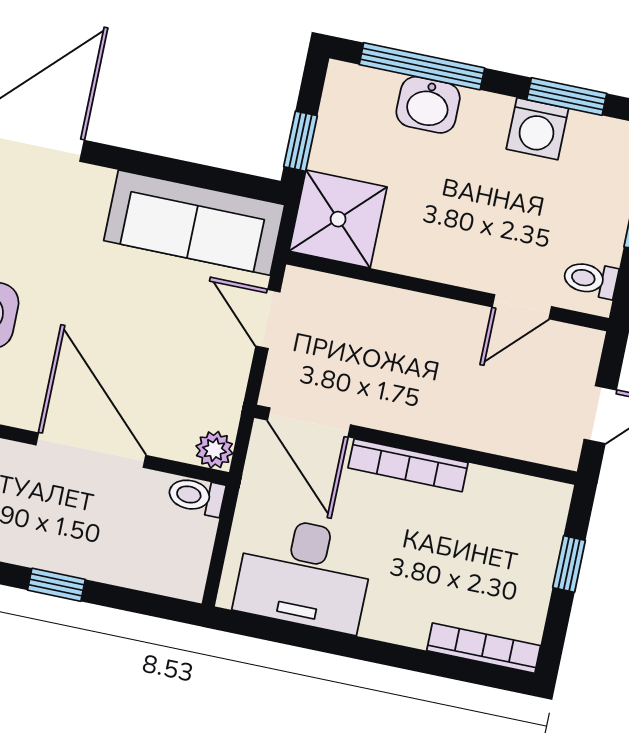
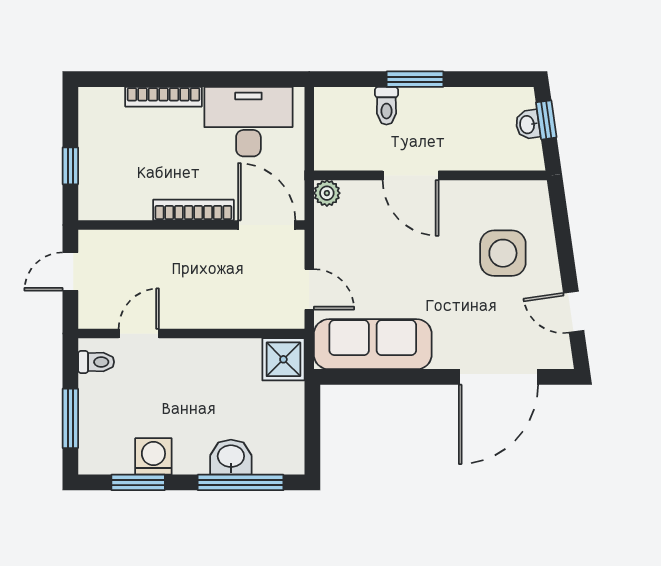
window: (300, 141) -> (312, 414), removed
shower: (338, 219) -> (283, 359), width x0.73, depth x0.73
door: (91, 450) -> (411, 175), width x0.73
toilet: (196, 496) -> (386, 106), moved, turned 90
window: (56, 585) -> (415, 79), width x1.50
bookcase: (484, 648) -> (163, 97), moved

